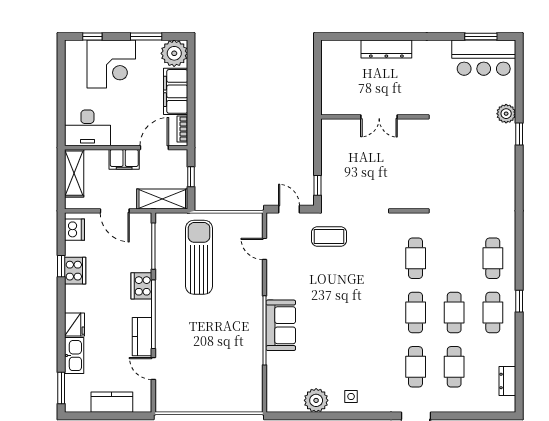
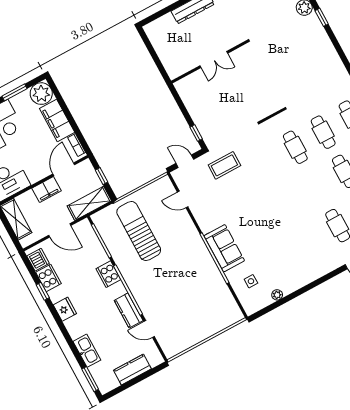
cooker: (75, 271) -> (48, 278), moved
cafe table: (416, 313) -> (323, 132), moved
fridge: (75, 325) -> (65, 309), moved
side table: (351, 396) -> (251, 281), moved
plant: (316, 400) -> (277, 295), width x0.53, depth x0.53

